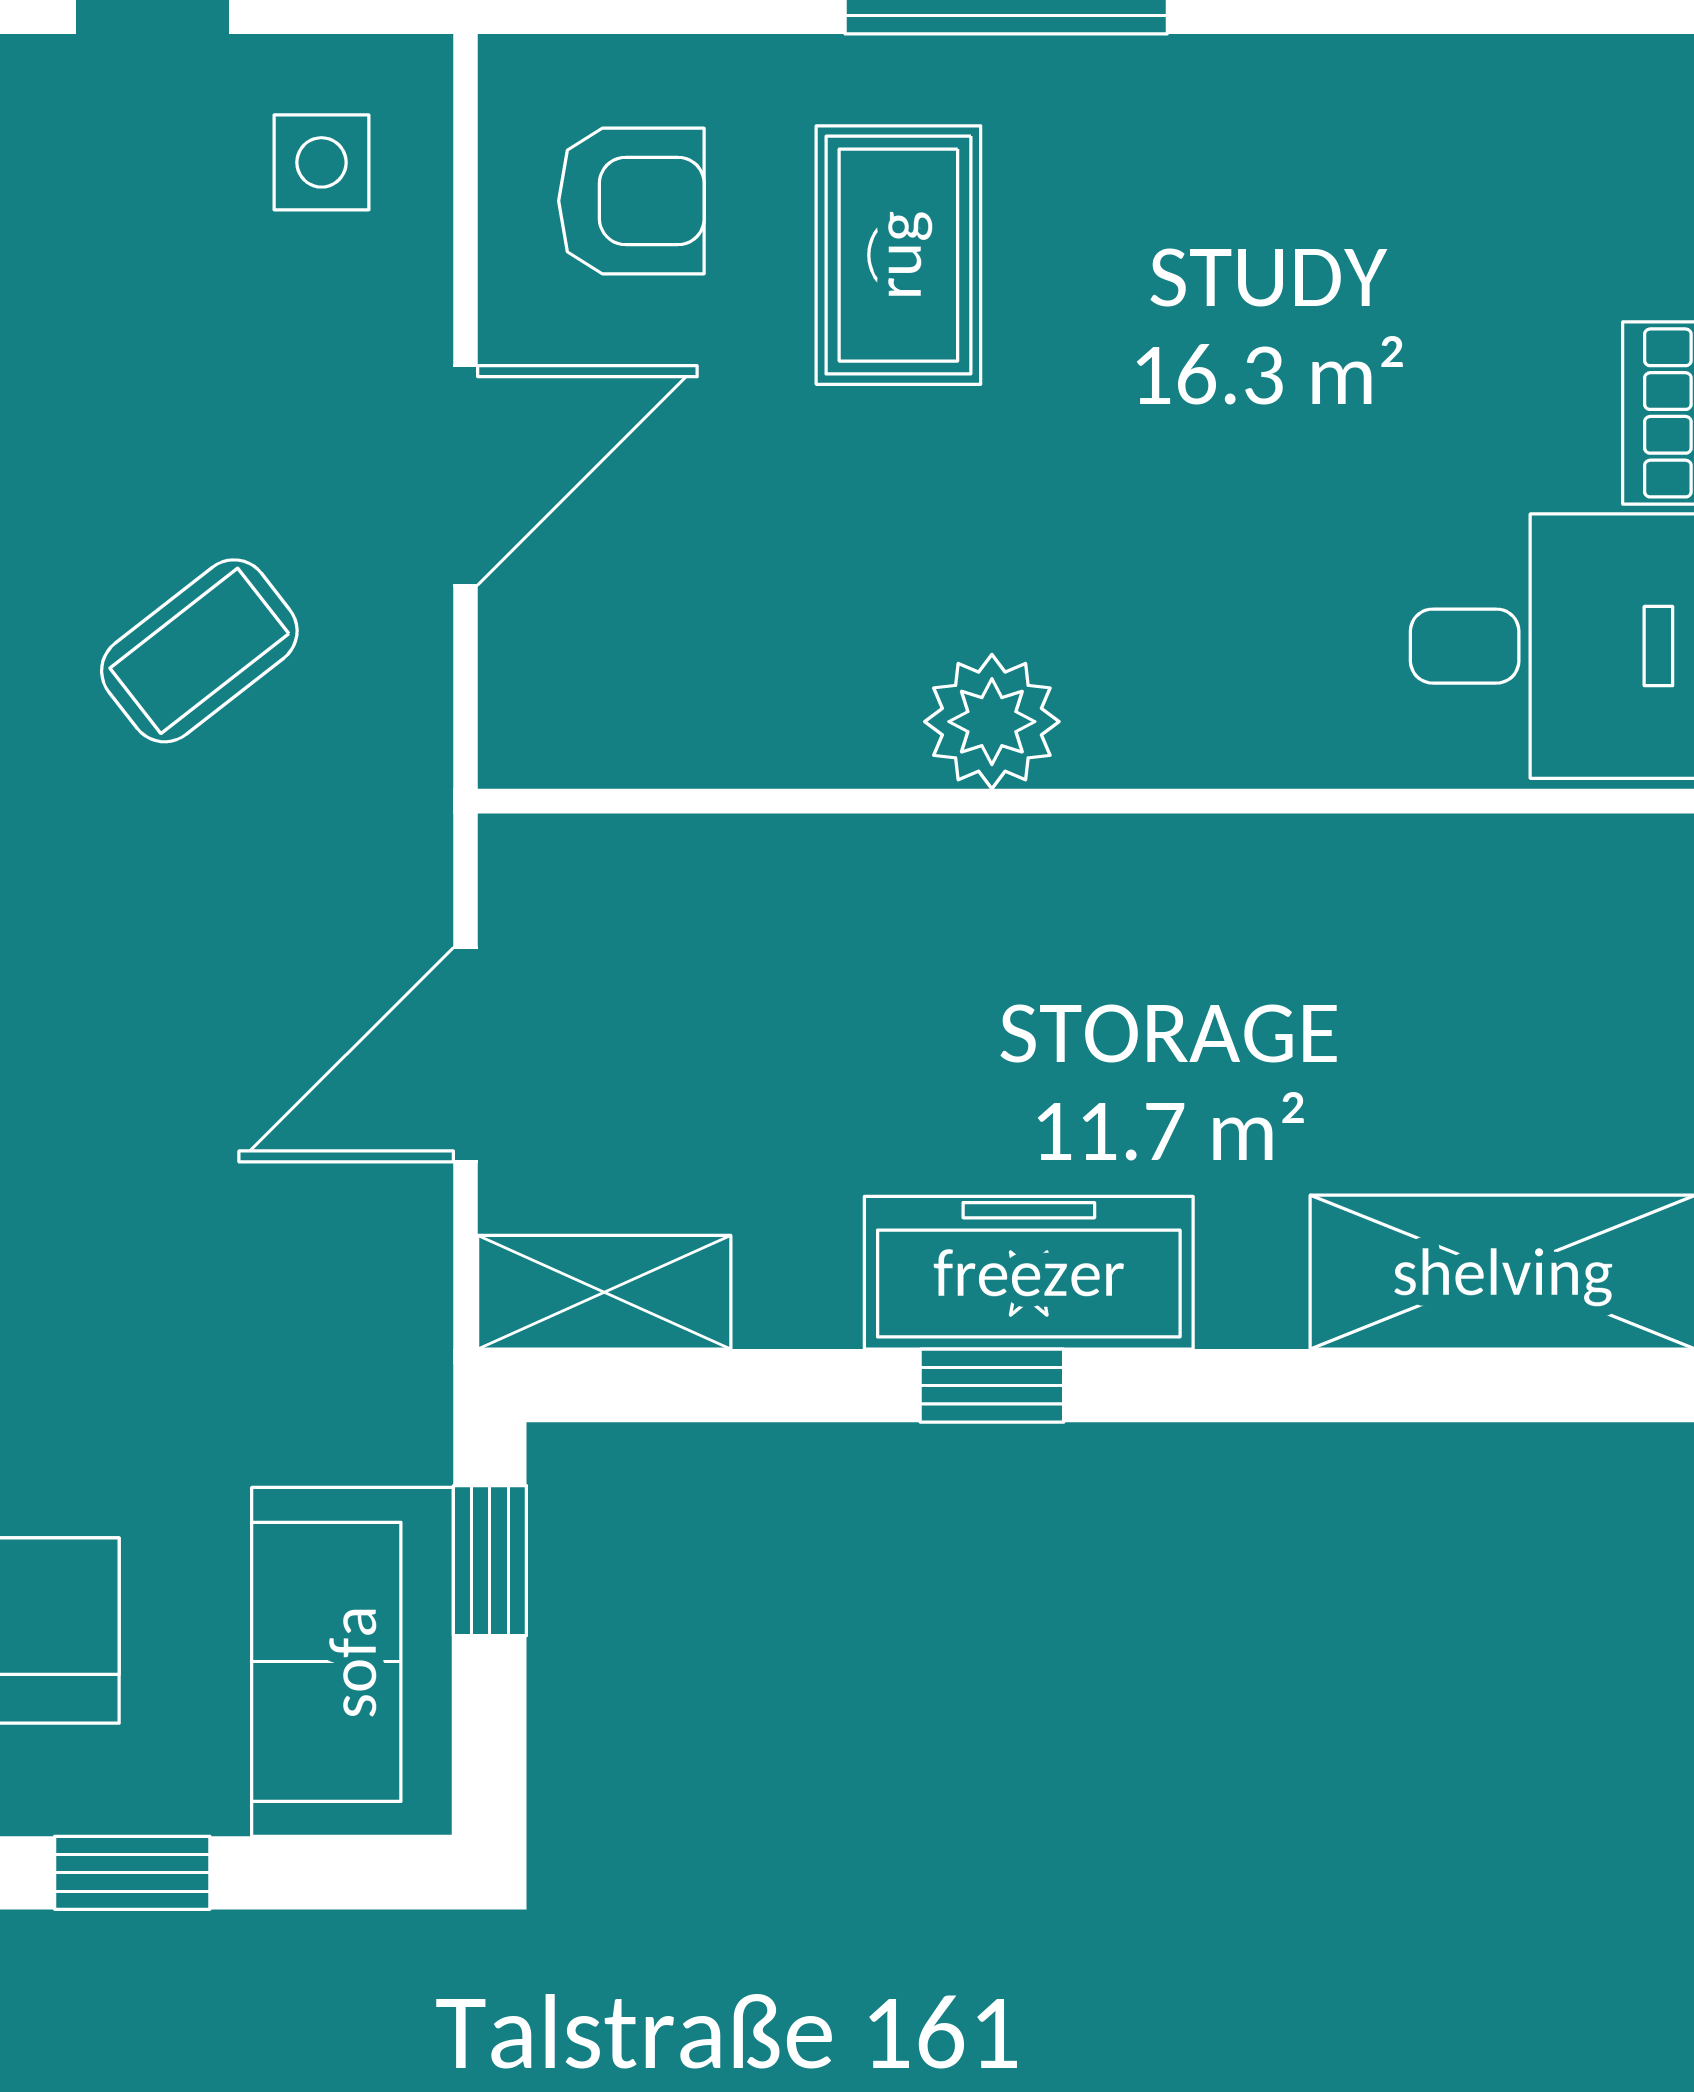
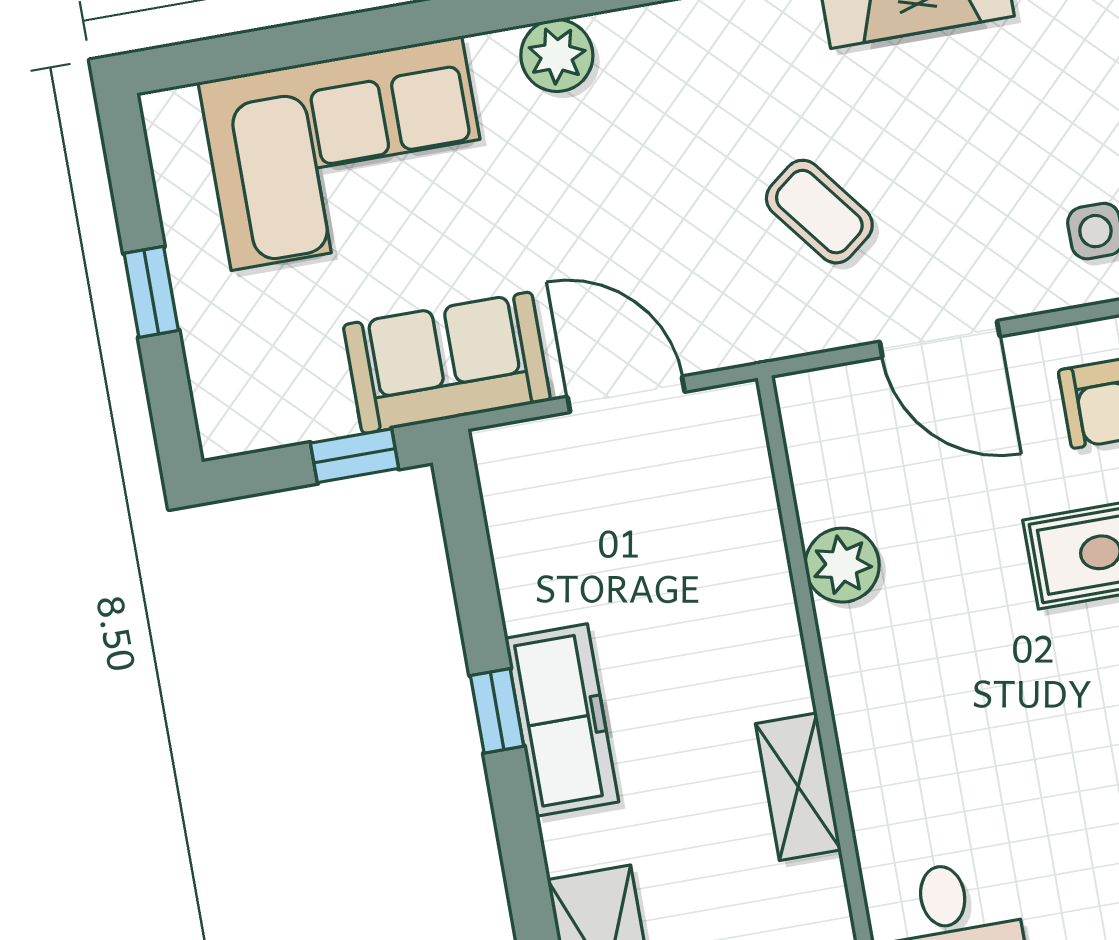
plant: (992, 722) -> (842, 565), moved
shelving: (604, 1292) -> (798, 787), moved
sofa: (353, 1662) -> (447, 363), moved

